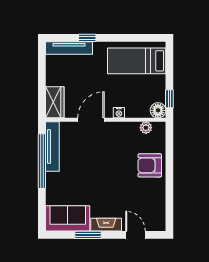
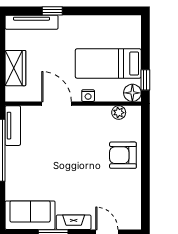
bed: (137, 61) -> (108, 63), moved
wardrobe: (55, 102) -> (15, 68), moved
door: (91, 120) -> (56, 104), hinge flipped
tv unit: (52, 146) -> (13, 126), width x0.71

